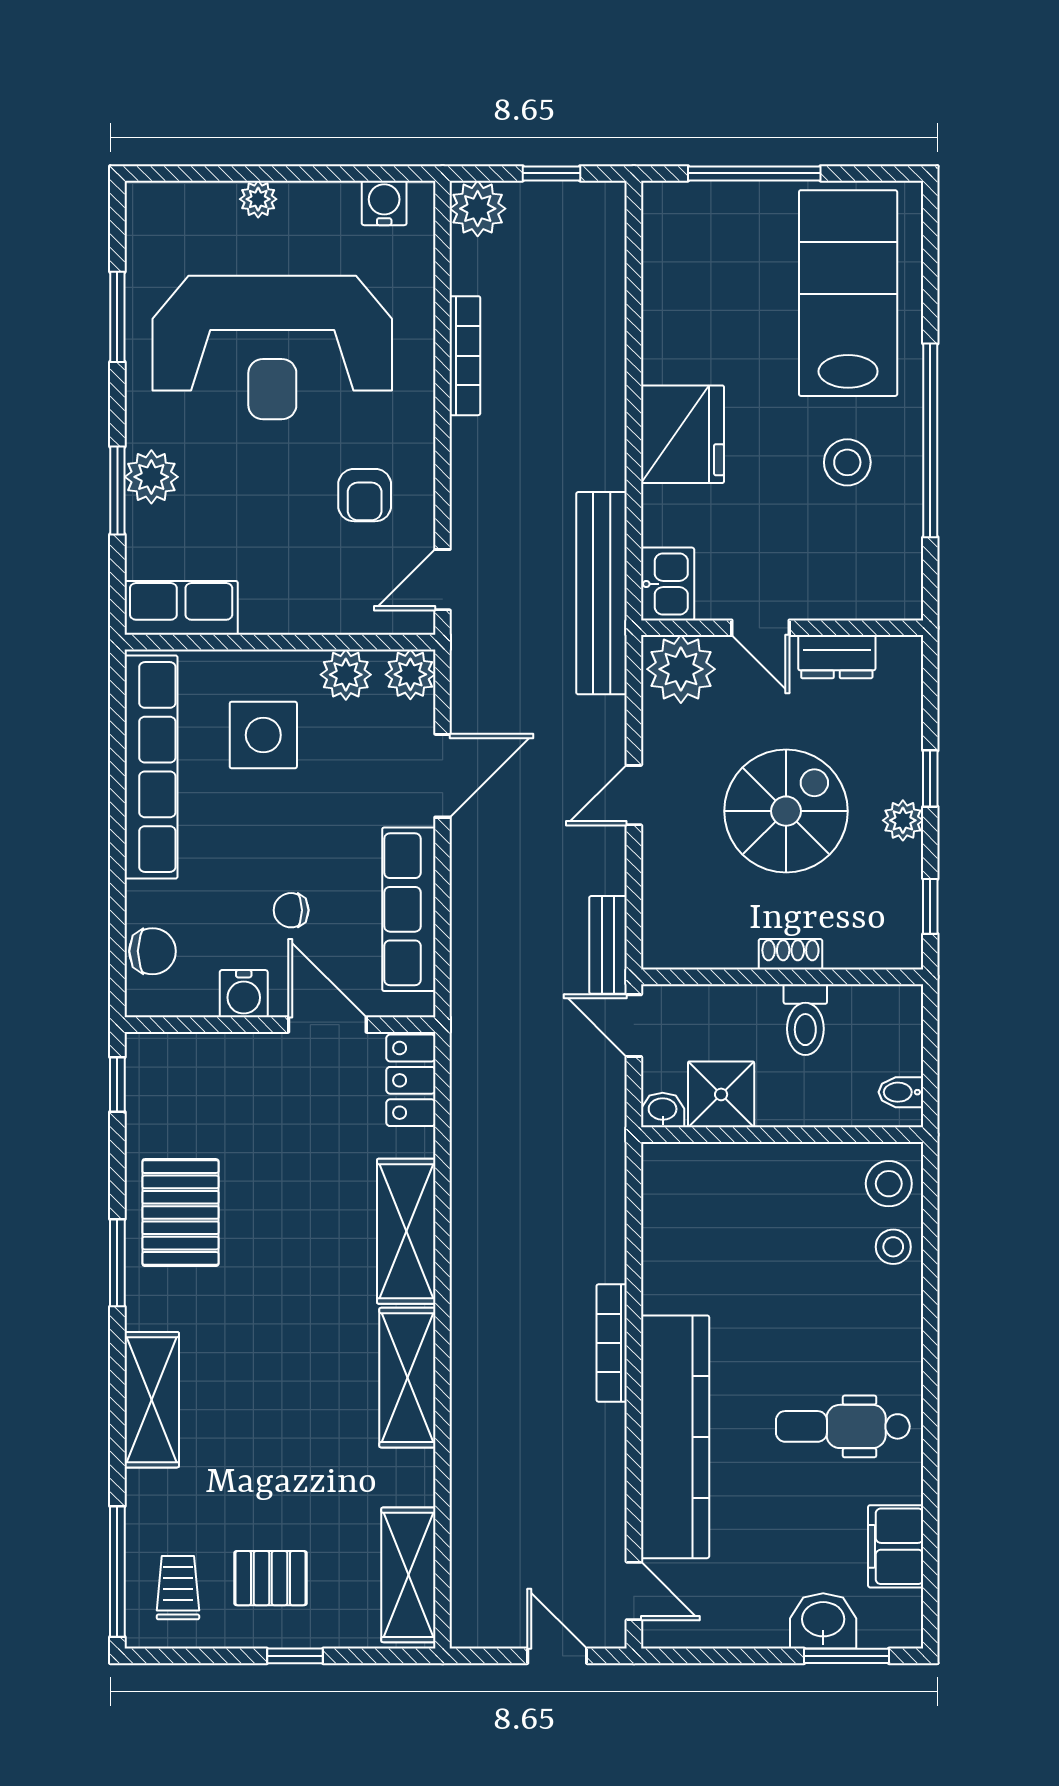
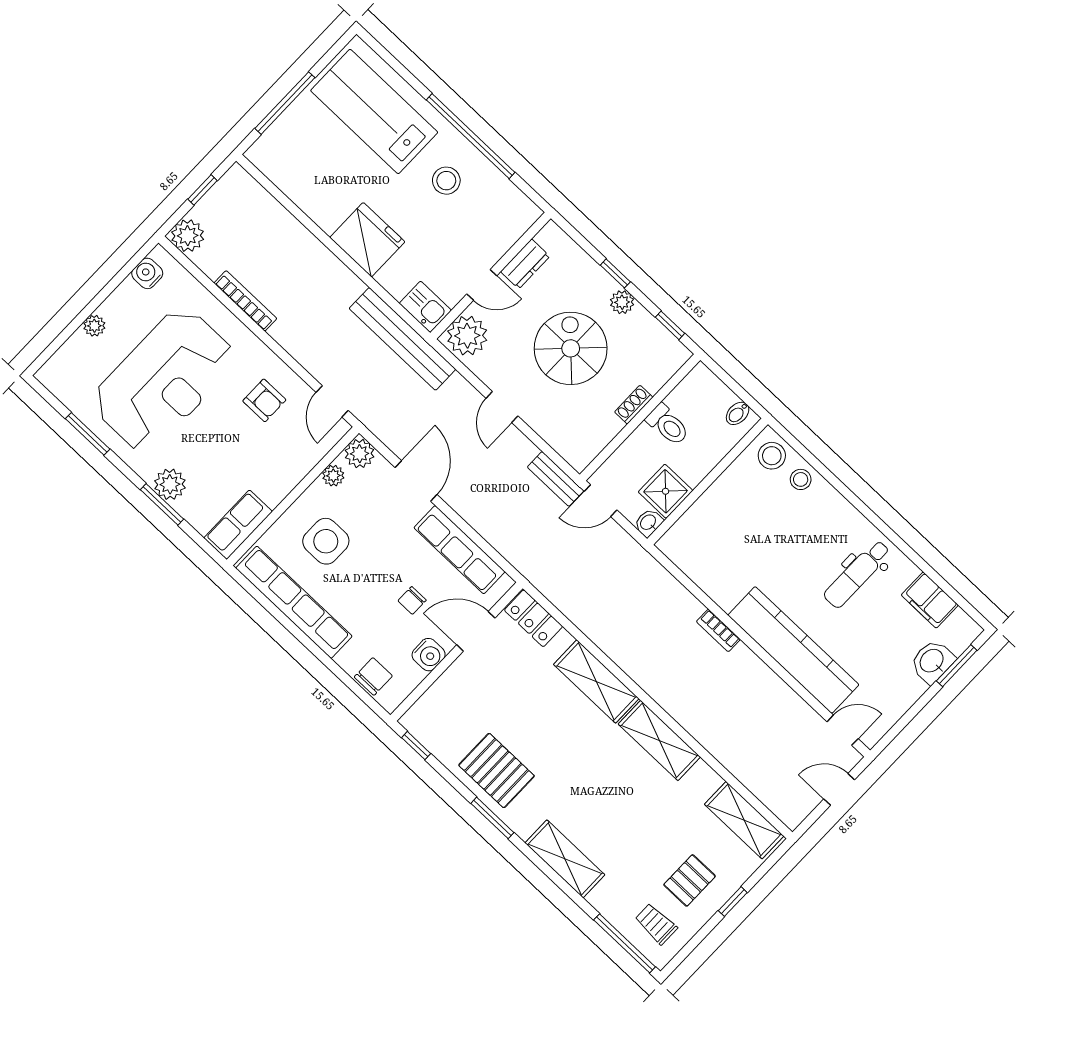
plant: (346, 675) -> (333, 476), width x0.73, depth x0.73
bookcase: (612, 1343) -> (718, 630), width x0.64

